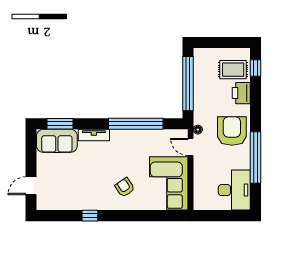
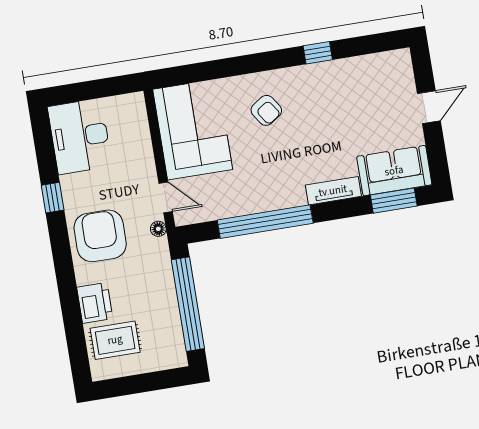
window: (256, 68) -> (77, 349), removed
armchair: (232, 131) -> (100, 236), turned 180
window: (256, 157) -> (53, 198), width x0.32
door: (31, 186) -> (429, 107), moved

